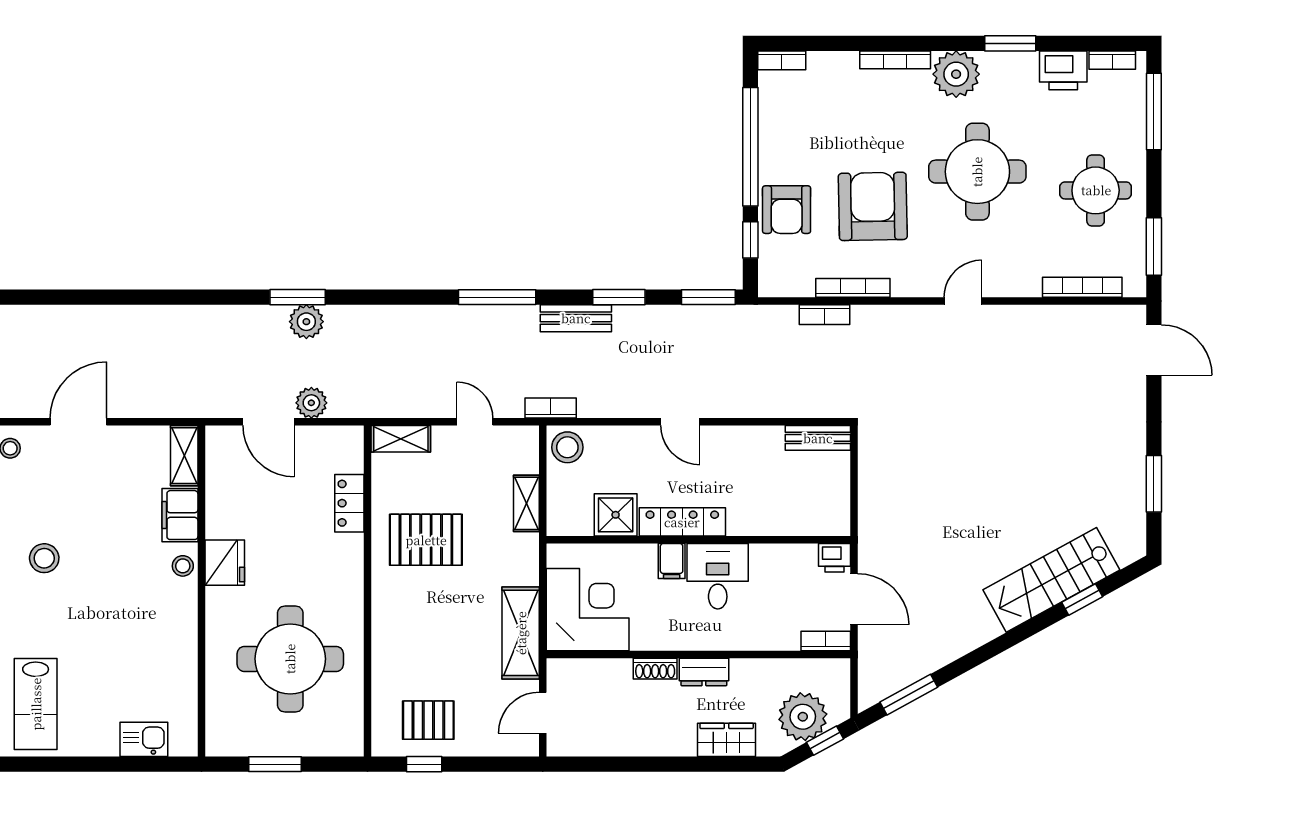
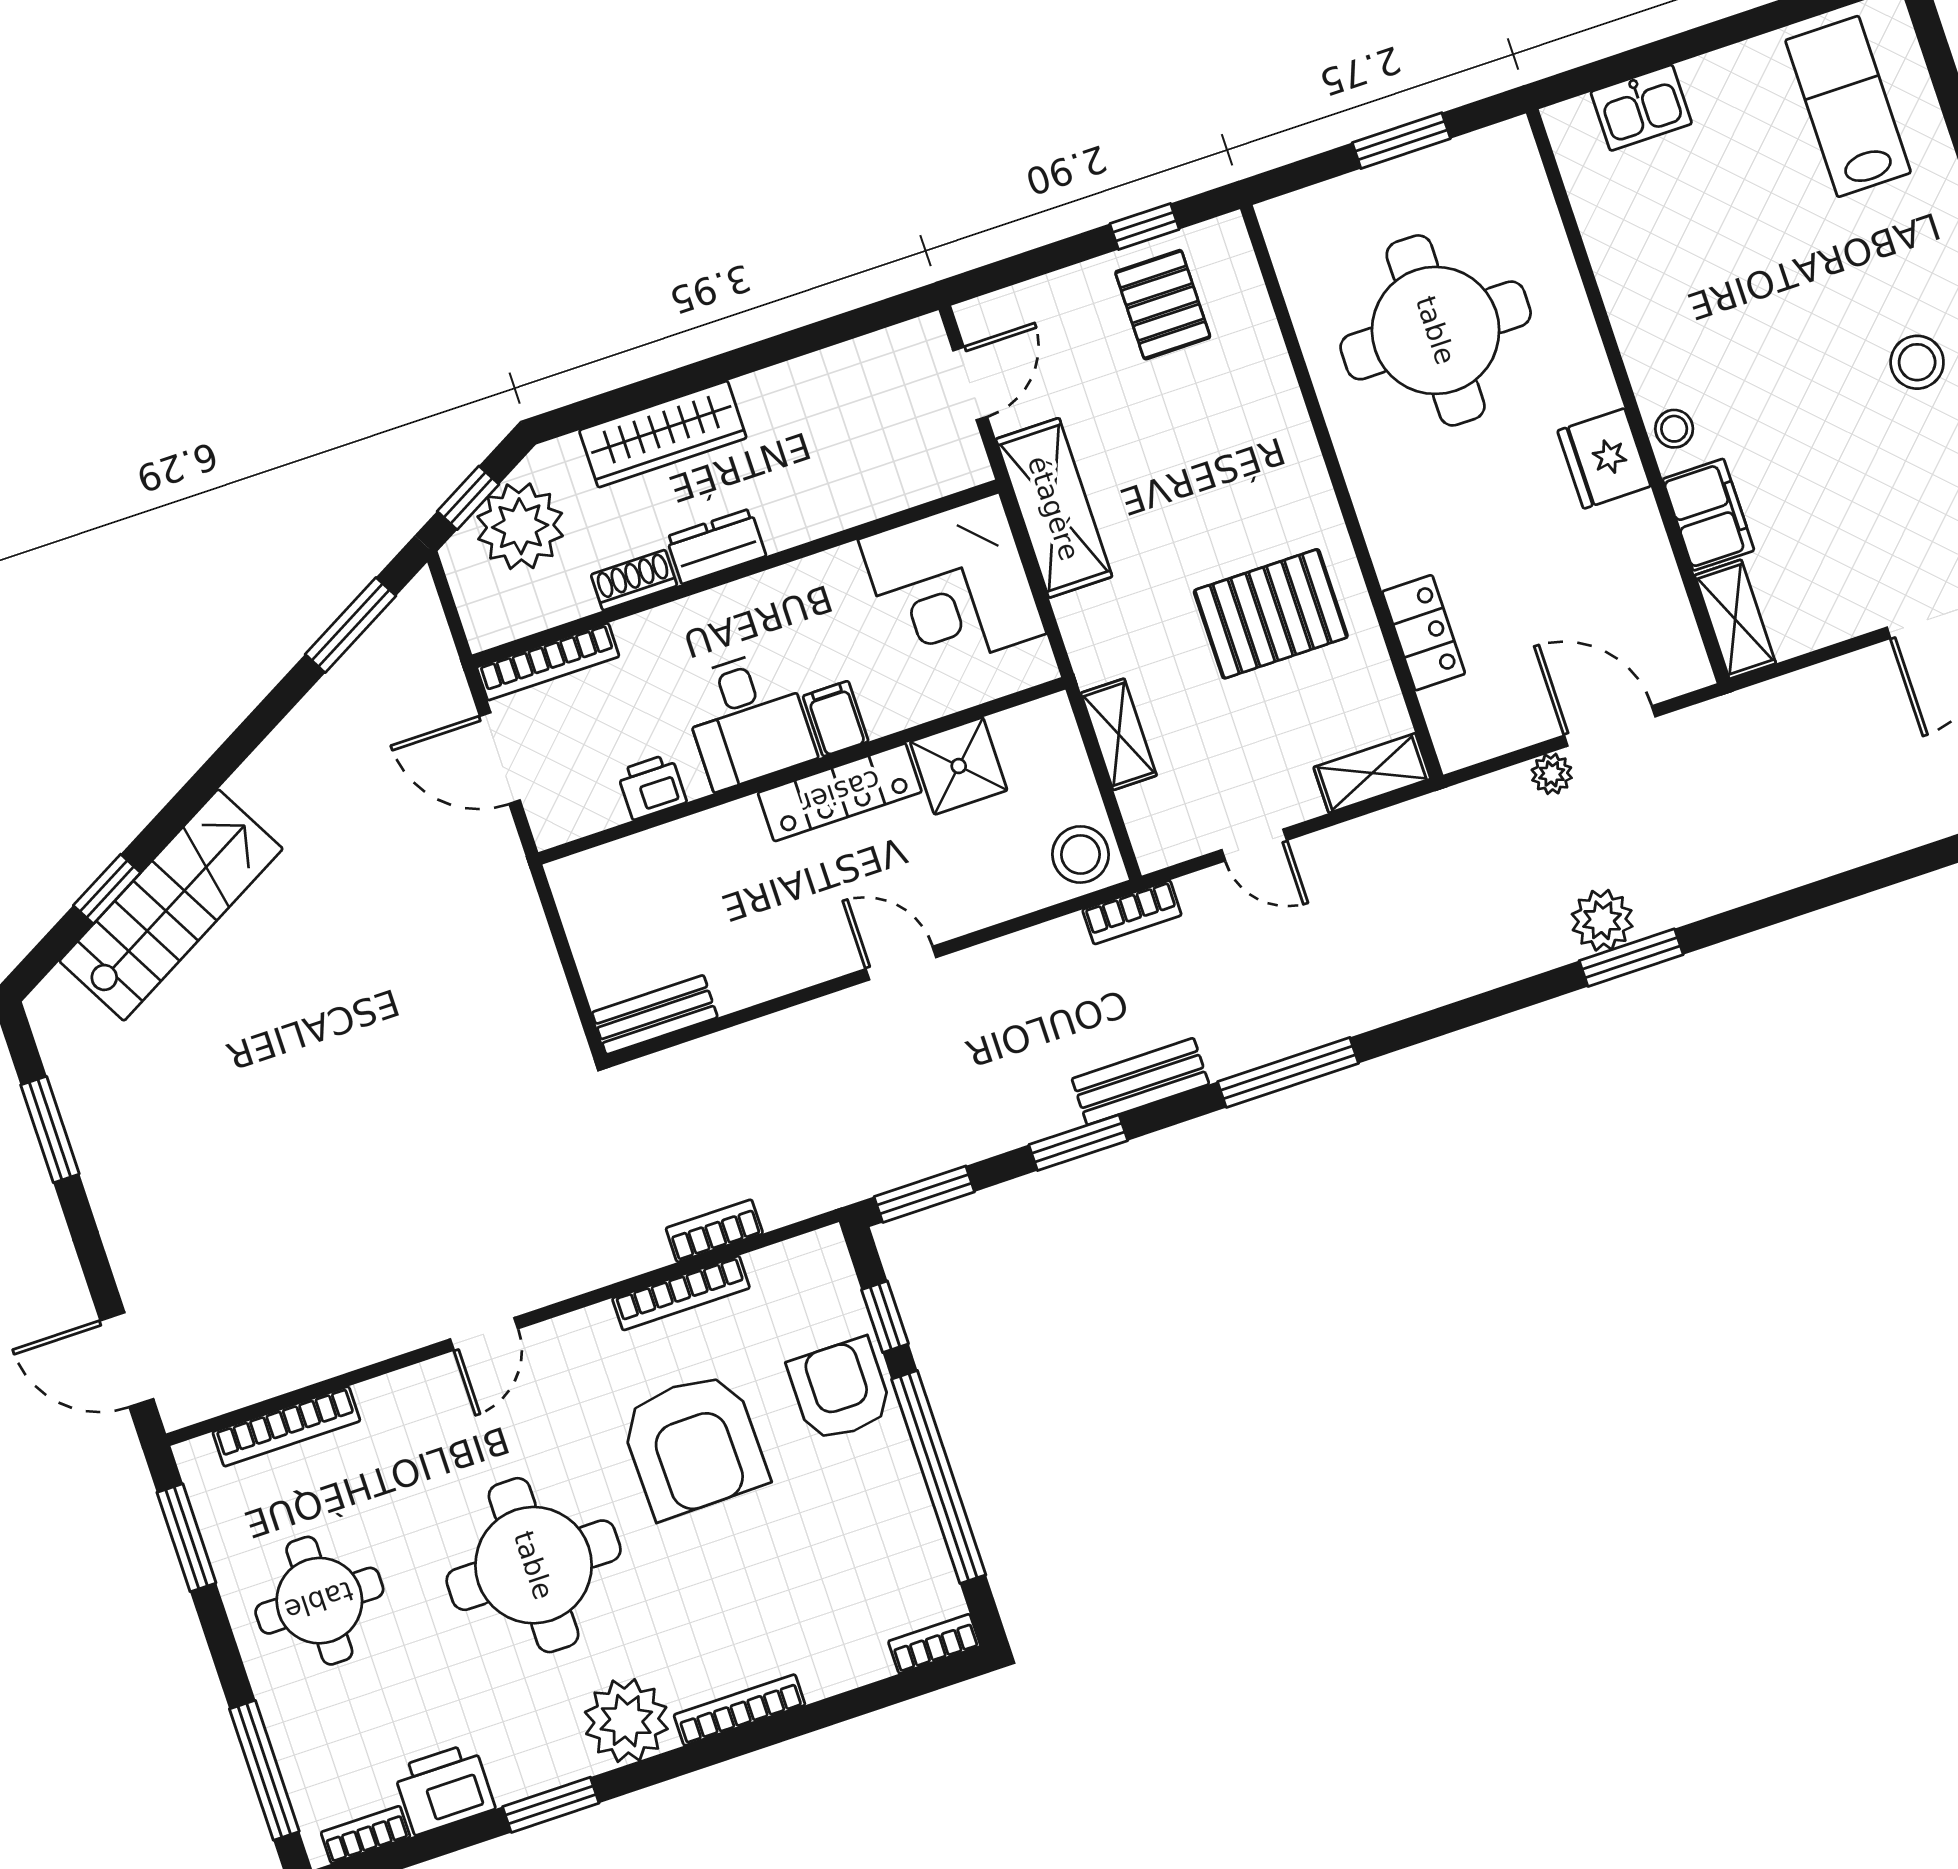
plant: (311, 403) -> (1552, 774), width x0.73, depth x0.73
printer: (835, 558) -> (652, 787), moved
bookcase: (826, 641) -> (548, 662), width x1.56
shoe rack: (655, 669) -> (634, 580), moved
pallet: (428, 720) -> (1163, 305), turned 90
wardrobe: (727, 740) -> (663, 434), width x1.50

